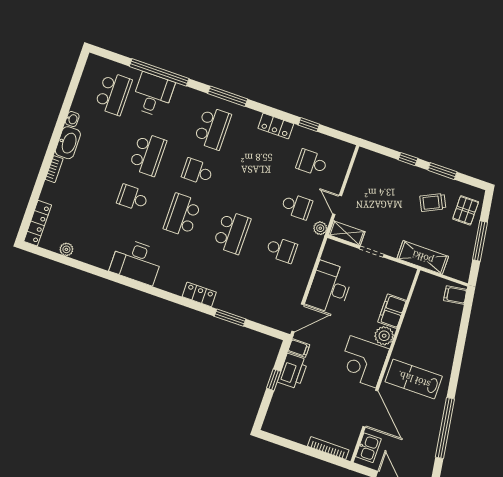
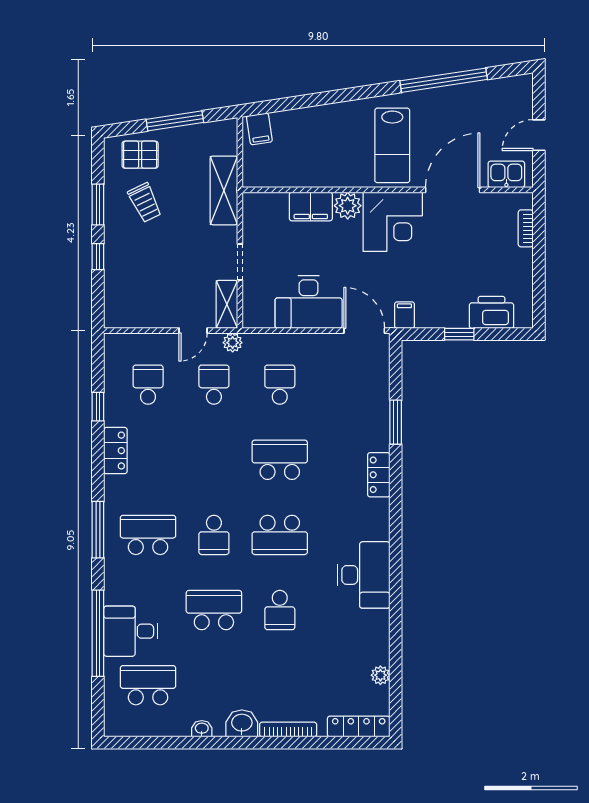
washbasin: (68, 143) -> (242, 723), width x0.72
school desk: (312, 163) -> (148, 385), turned 180
bookcase: (54, 169) -> (288, 730), width x1.56
printer: (293, 371) -> (491, 312), moved
bookcase: (328, 448) -> (526, 228), width x0.64

